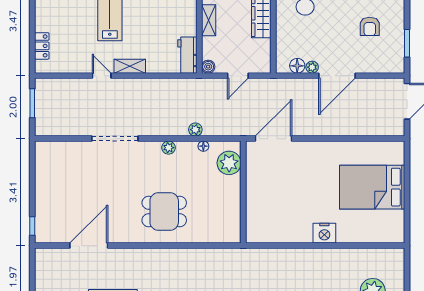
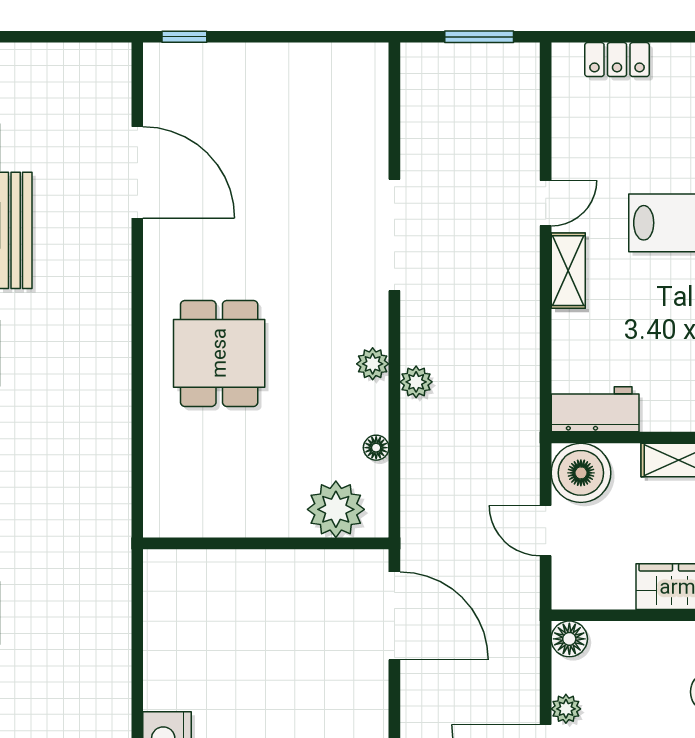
floor lamp: (297, 66) -> (569, 639), moved
boiler: (208, 67) -> (581, 473), width x1.86, depth x1.86
plant: (195, 130) -> (416, 382), moved

